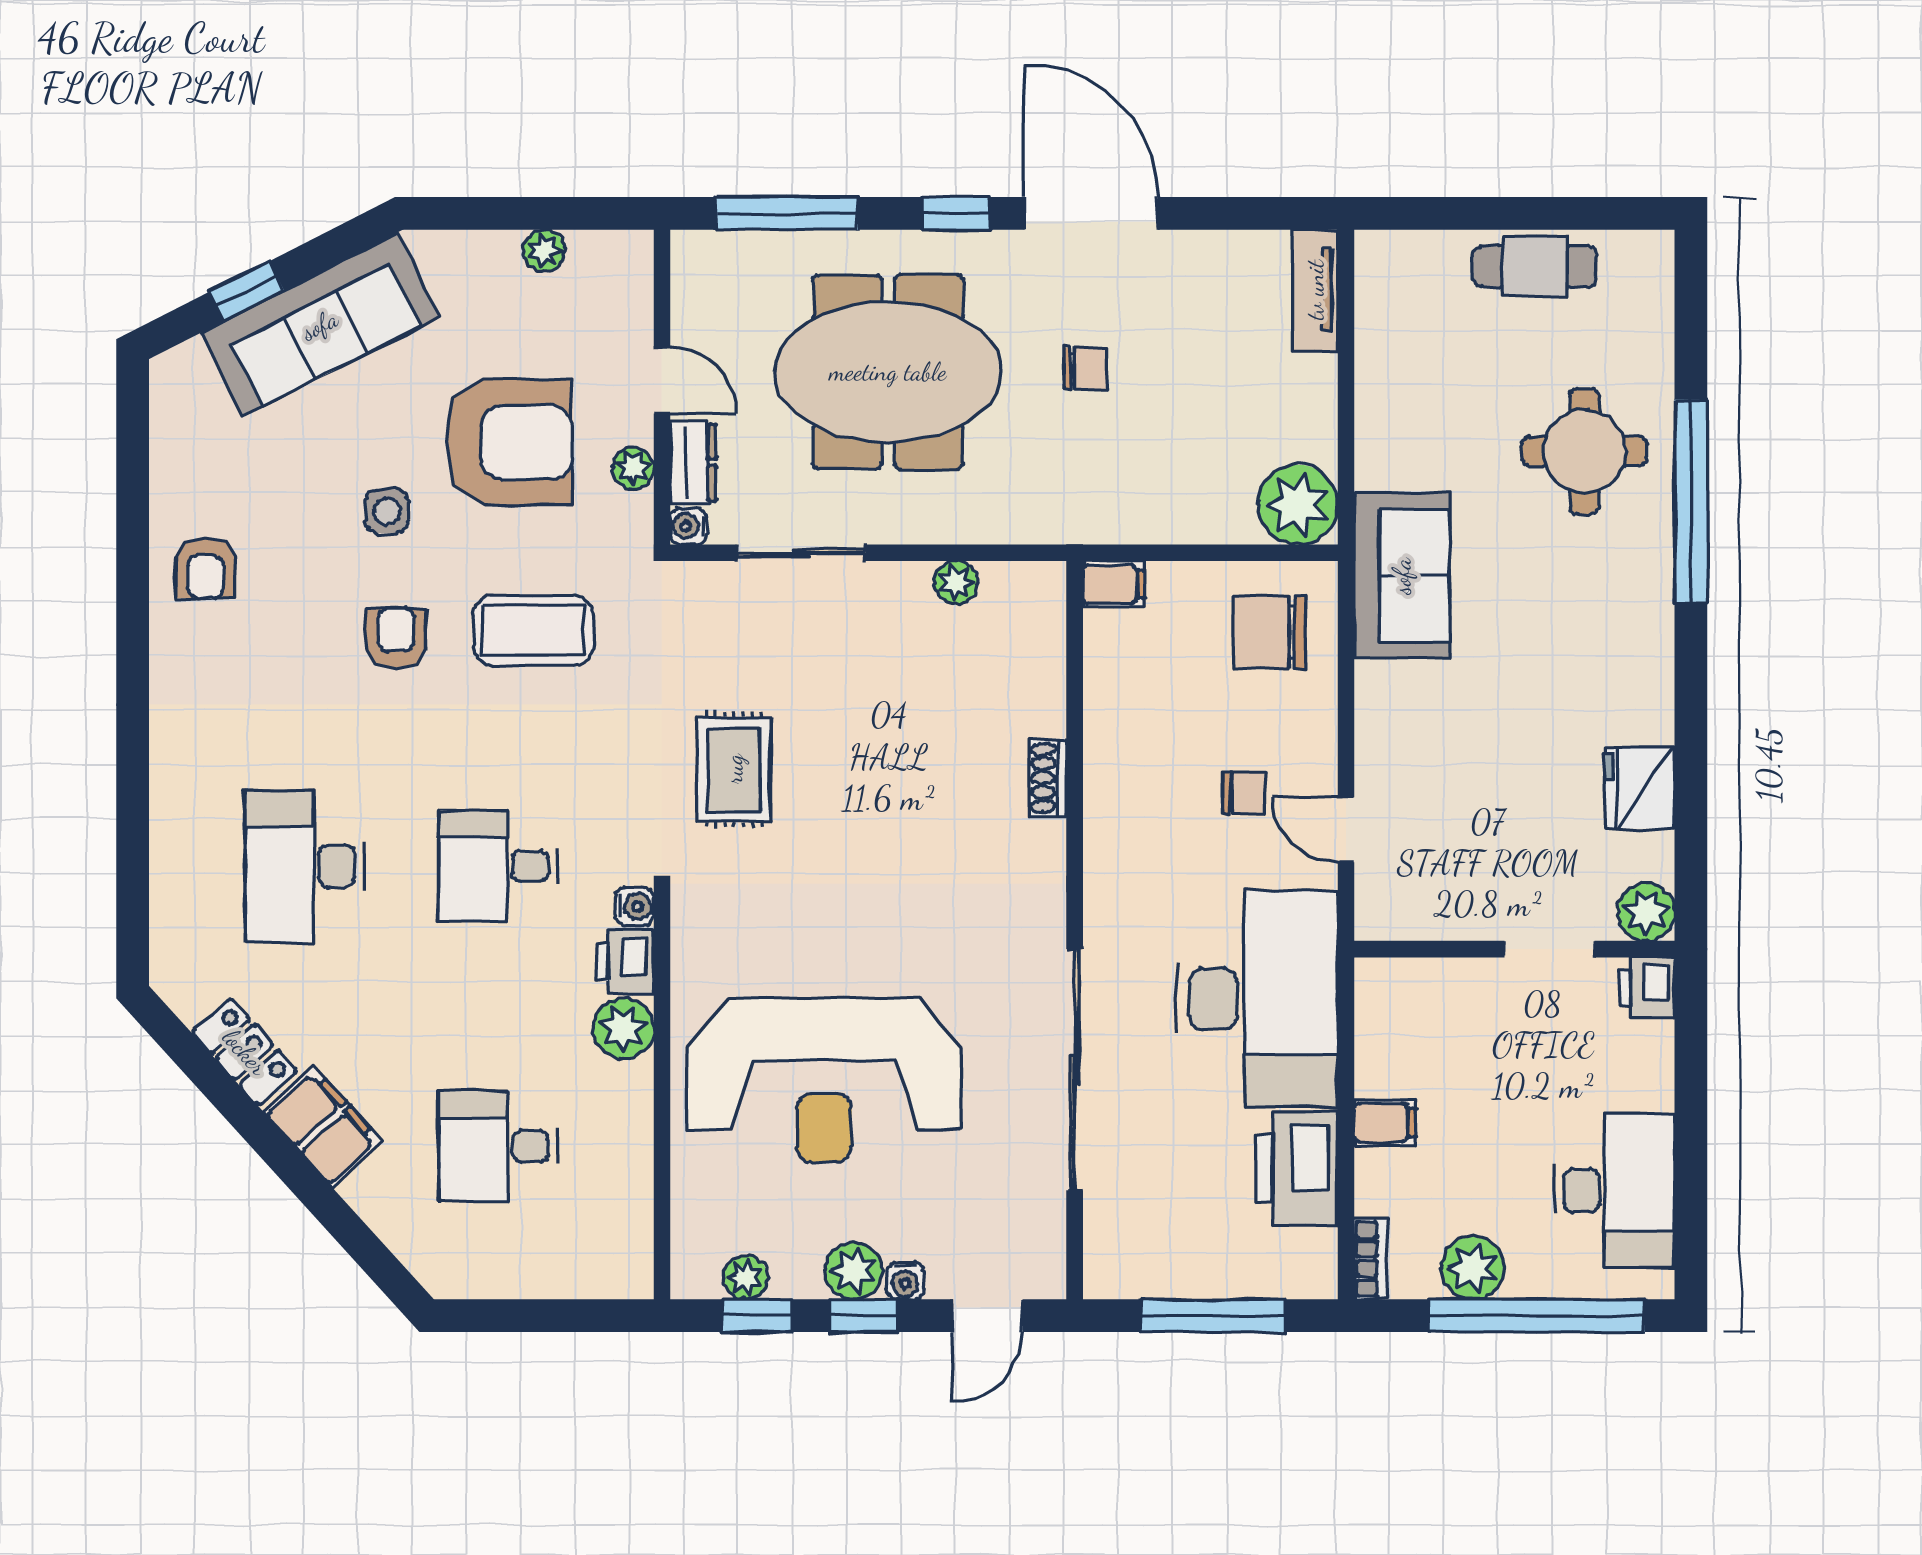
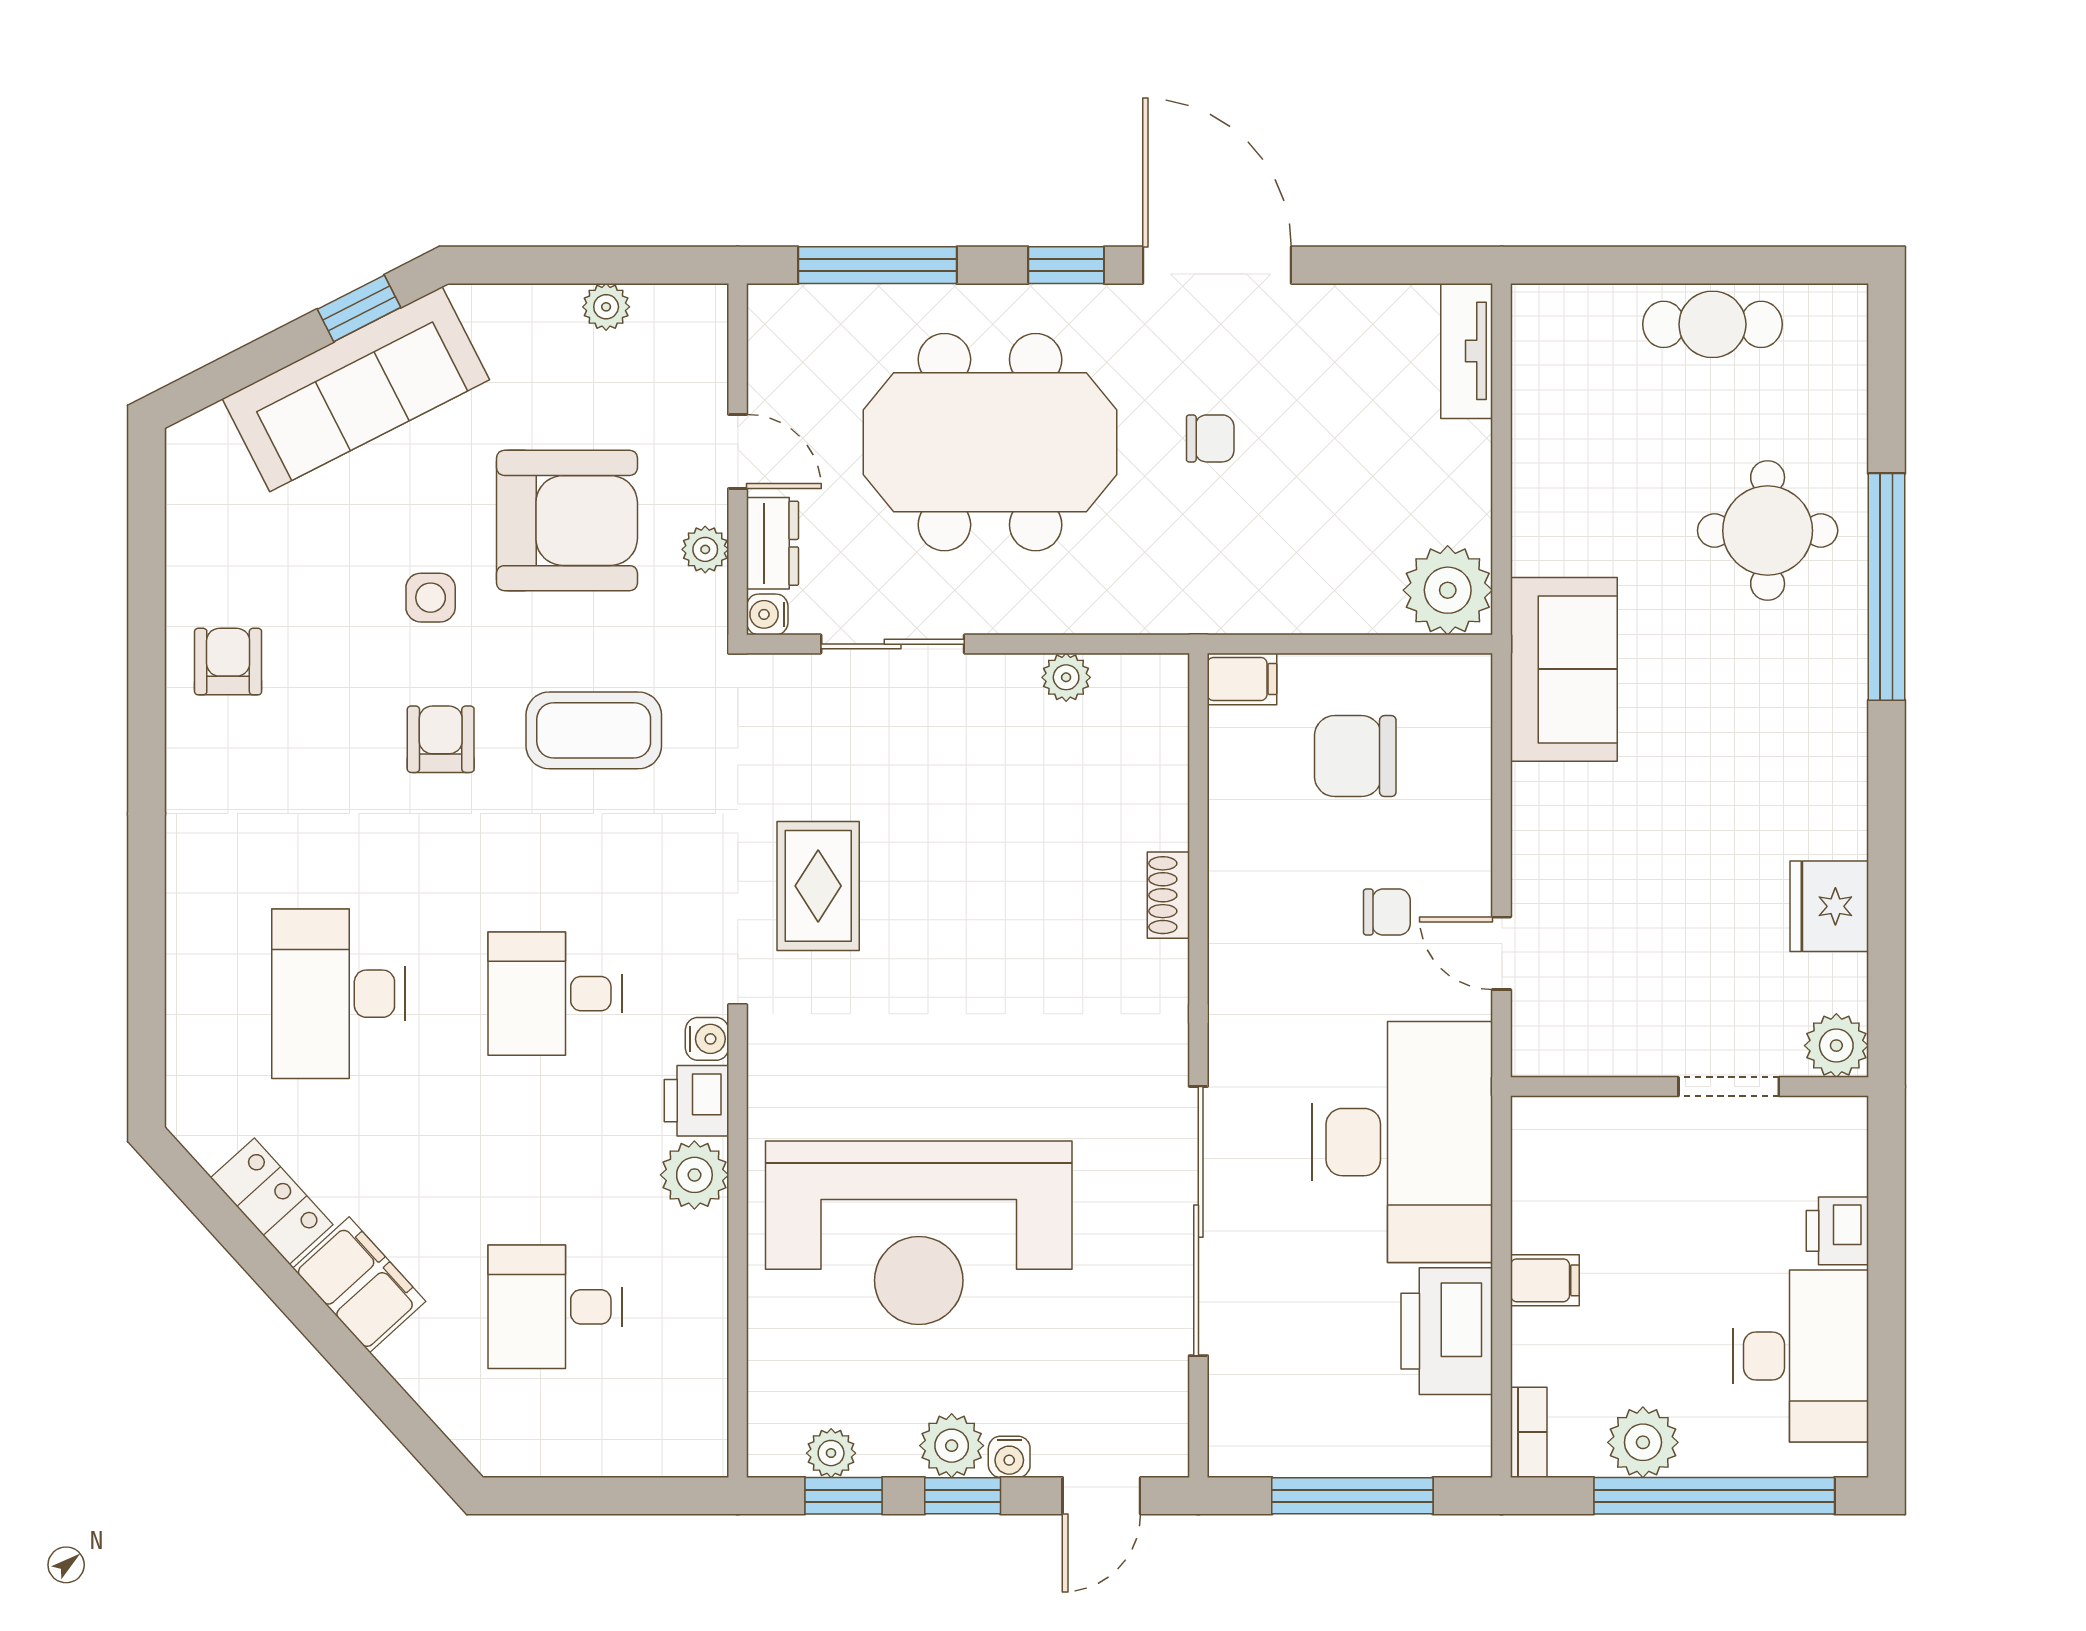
window: (247, 291) -> (359, 308), moved
armchair: (206, 568) -> (228, 662), turned 180
chair: (1270, 632) -> (1355, 756), moved
printer: (1647, 988) -> (1837, 1231), moved

